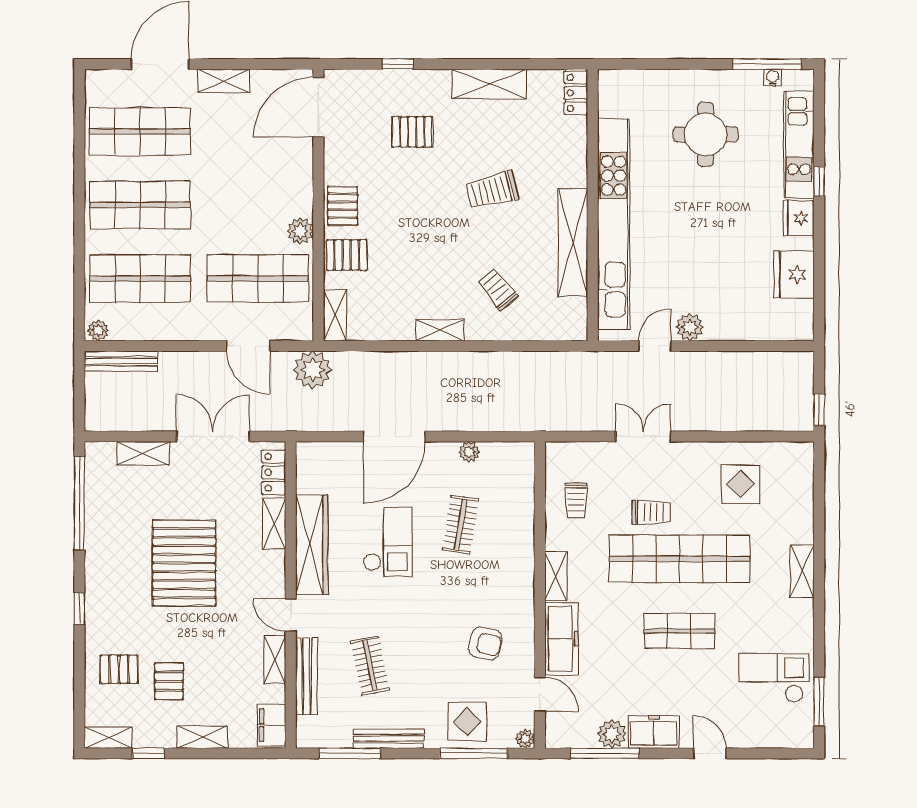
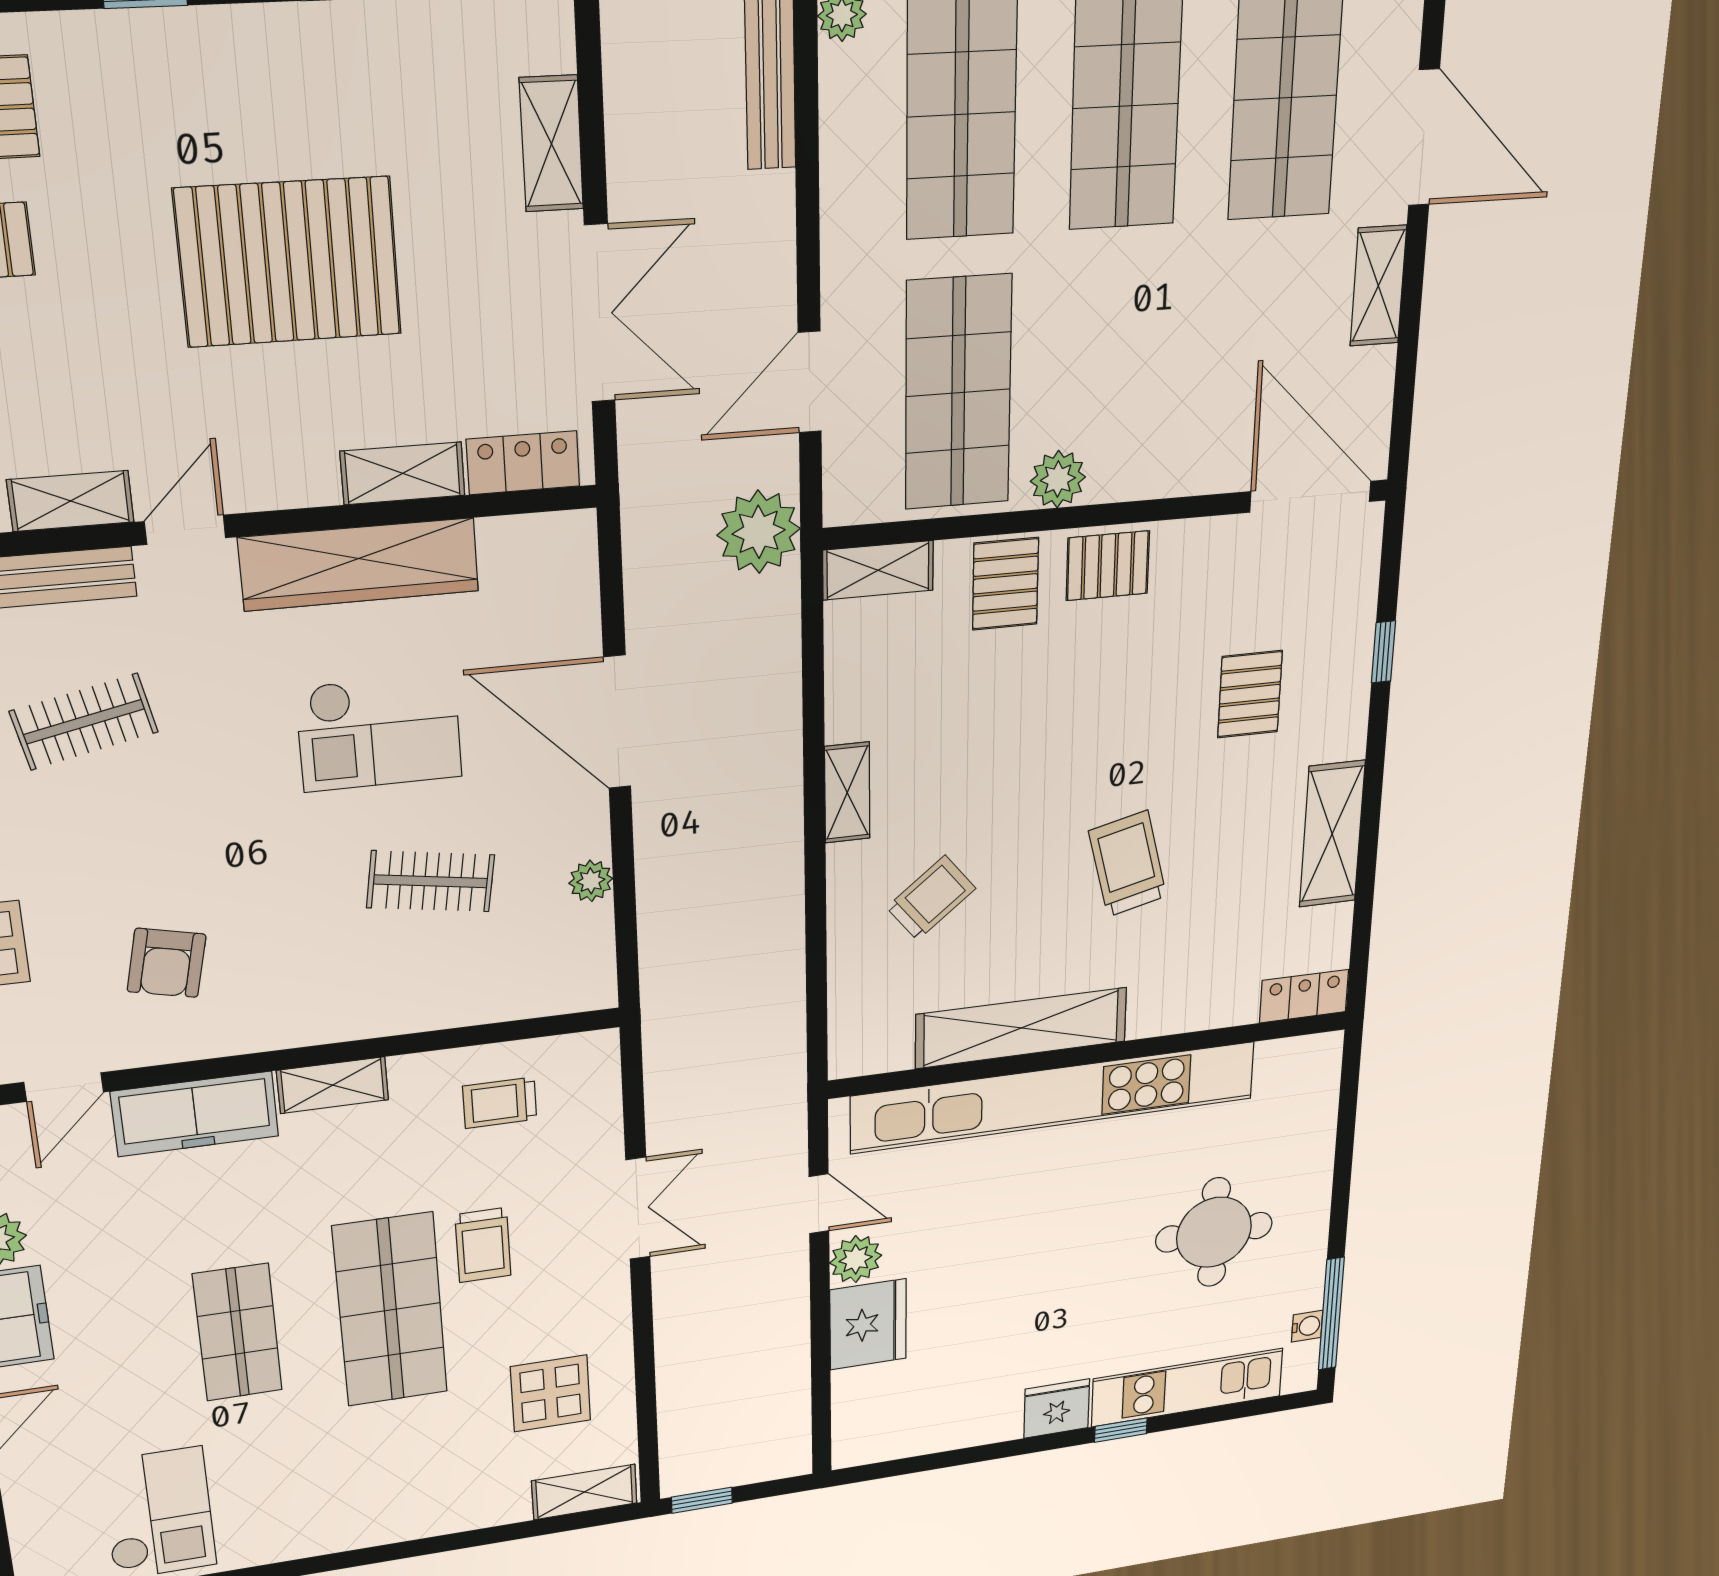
fridge: (794, 274) -> (868, 1324), moved, turned 90
shop shelf: (679, 559) -> (390, 1310), width x0.71
shelving: (802, 571) -> (584, 1492), moved

